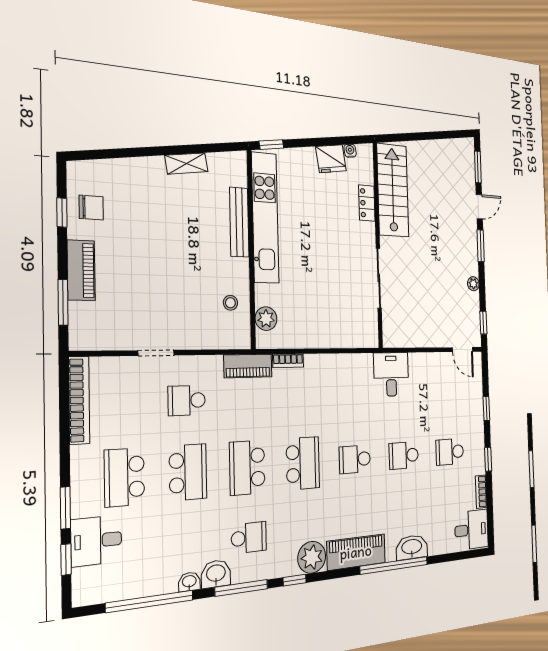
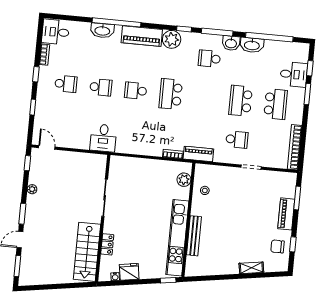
shelving: (186, 164) -> (251, 268), moved
school desk: (355, 459) -> (136, 91), turned 180
school desk: (247, 468) -> (206, 97), removed
washbasin: (189, 582) -> (252, 45), width x1.91, depth x1.45

